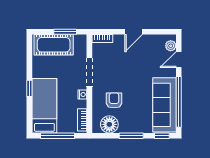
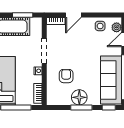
door: (134, 32) -> (73, 15), moved
side table: (152, 44) -> (100, 26), added
floor lamp: (109, 124) -> (79, 97), moved

